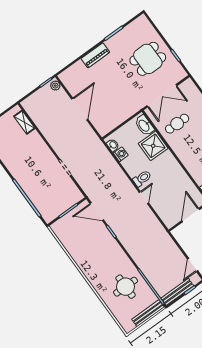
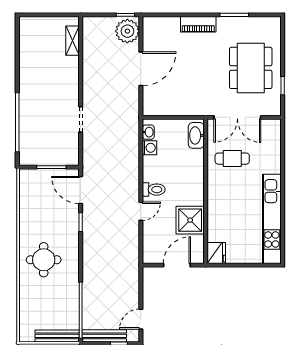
dining table: (148, 59) -> (251, 68), width x1.38
plant: (55, 86) -> (127, 31), width x1.88, depth x1.88
shower: (153, 146) -> (190, 220), moved
round table: (126, 287) -> (44, 260), moved

